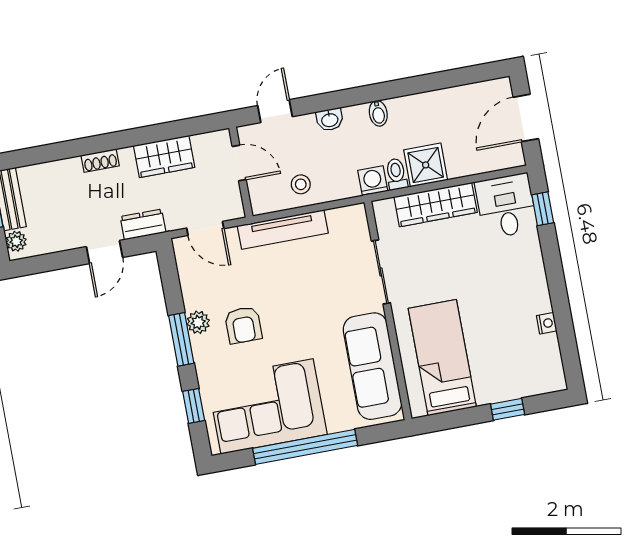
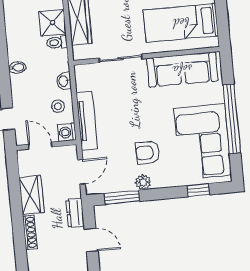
bidet: (378, 113) -> (17, 68), moved
washbasin: (330, 120) -> (64, 81), moved, turned 180
shoe rack: (100, 161) -> (30, 232), width x1.43
door: (239, 163) -> (40, 146), hinge flipped
washing machine: (373, 181) -> (67, 132), moved
armchair: (243, 325) -> (148, 153), turned 180
window: (181, 339) -> (122, 197), moved

